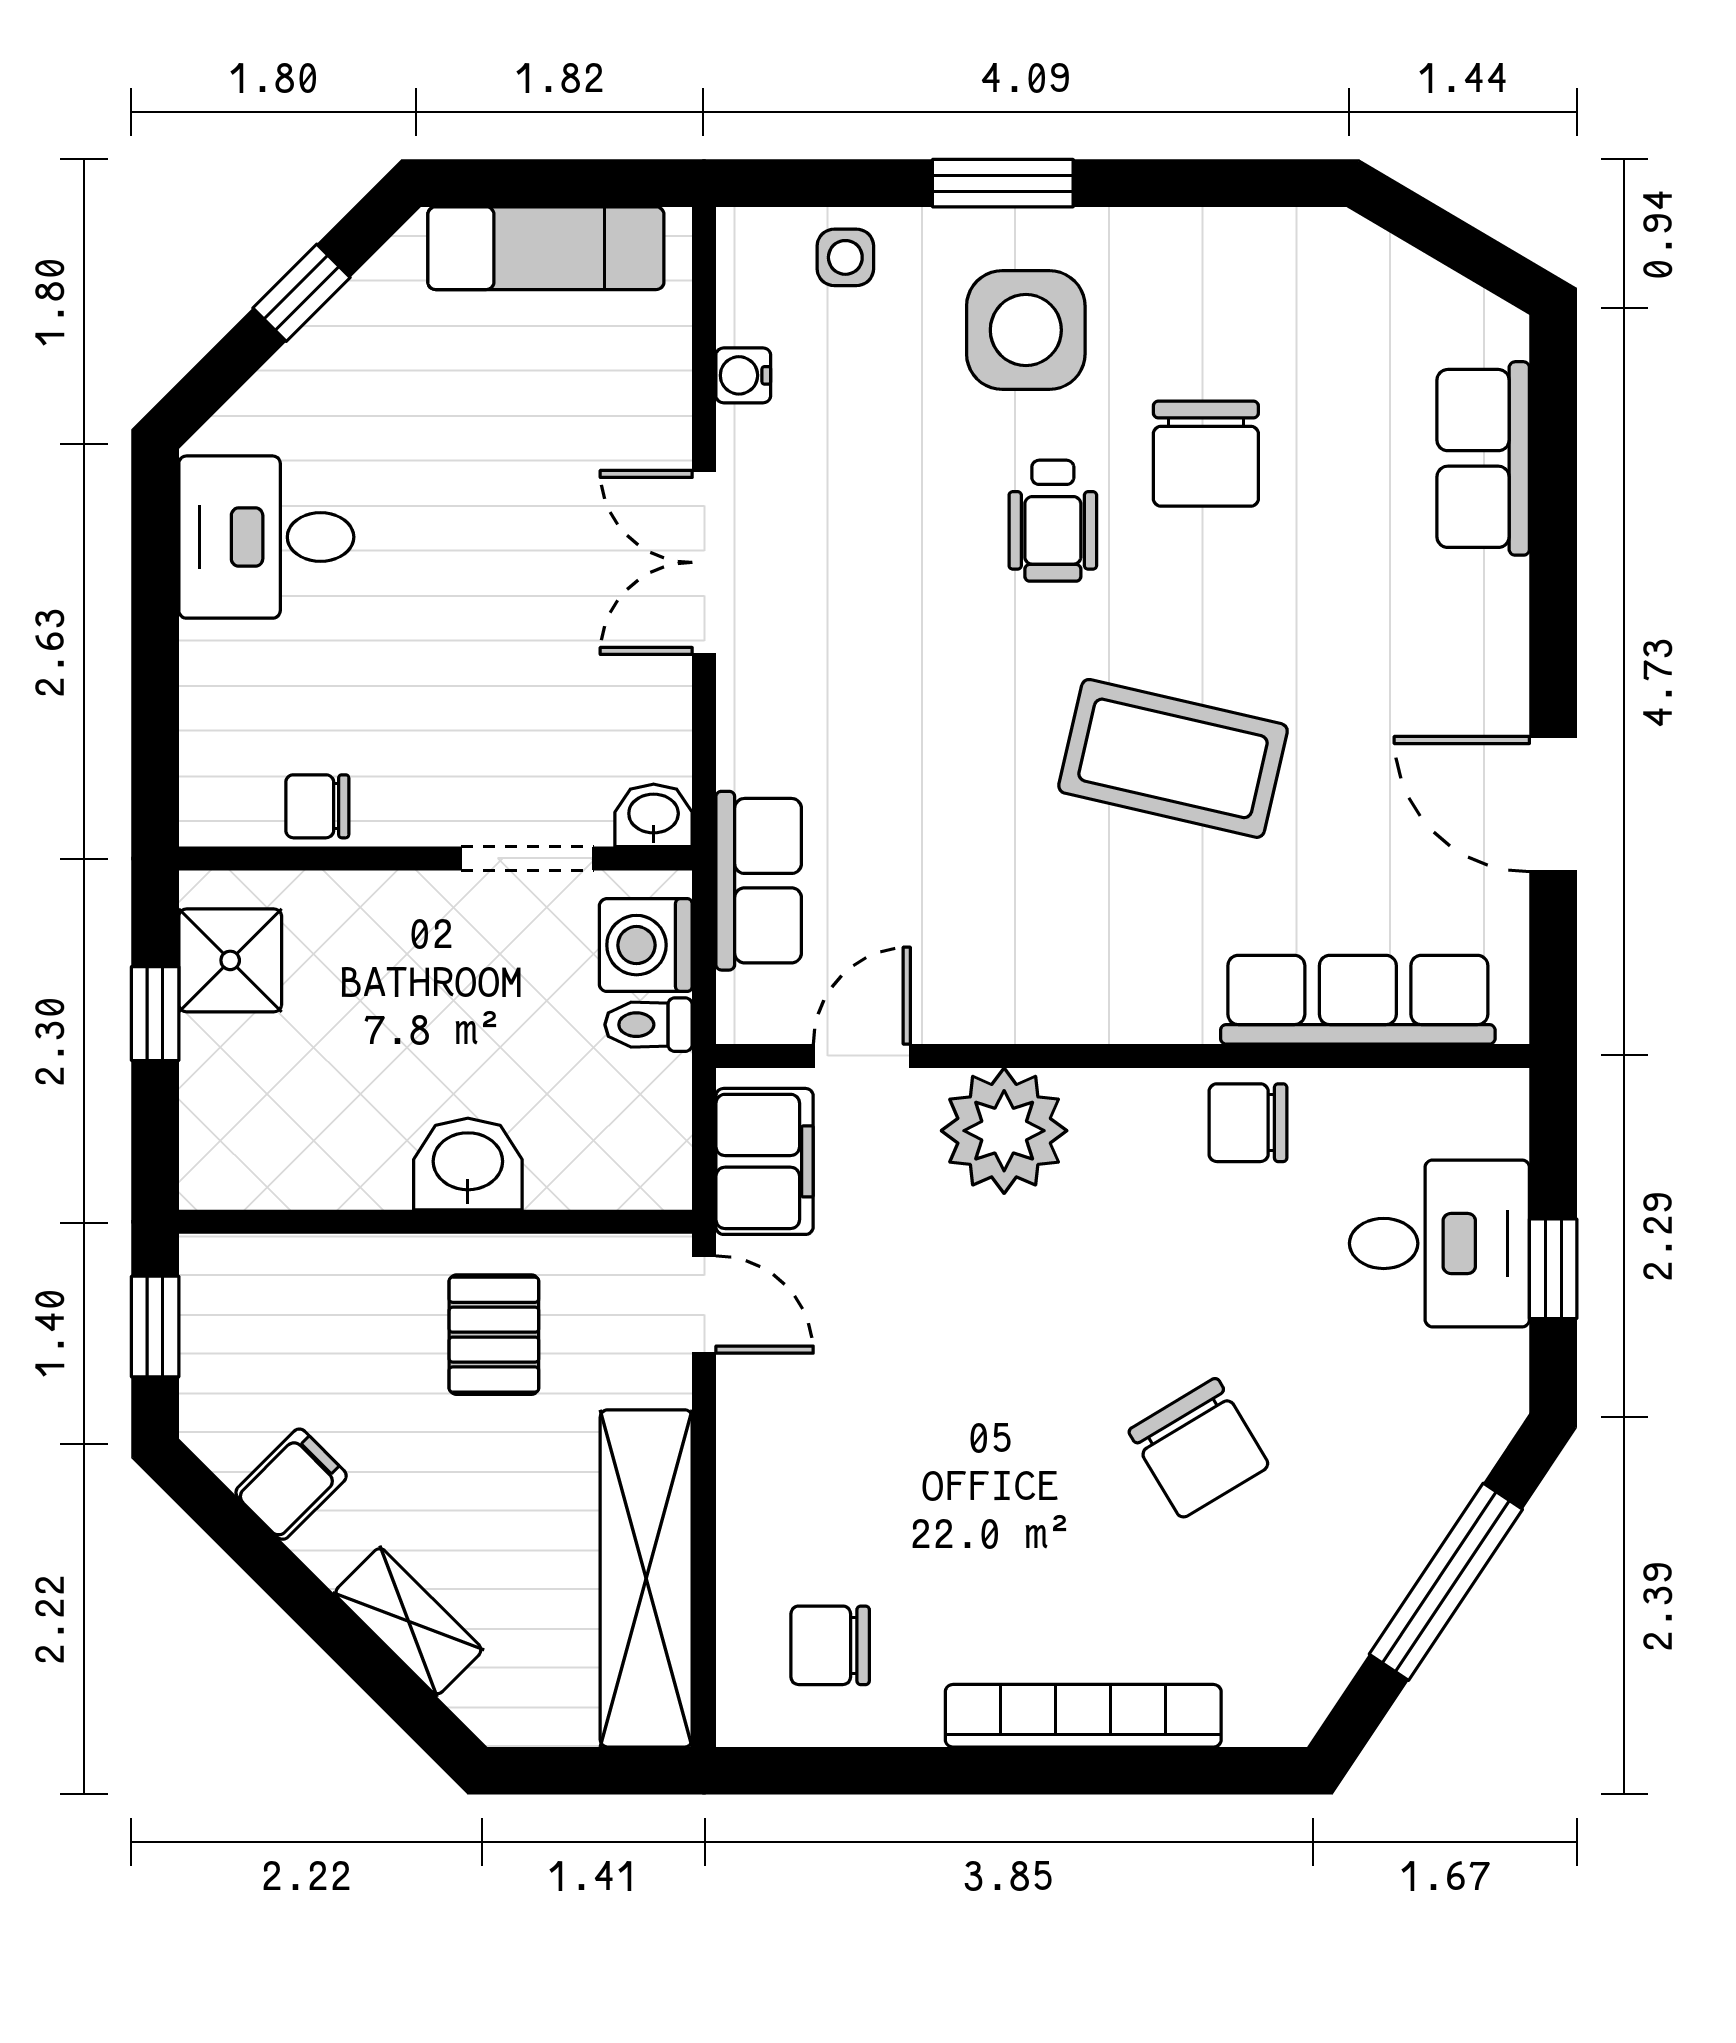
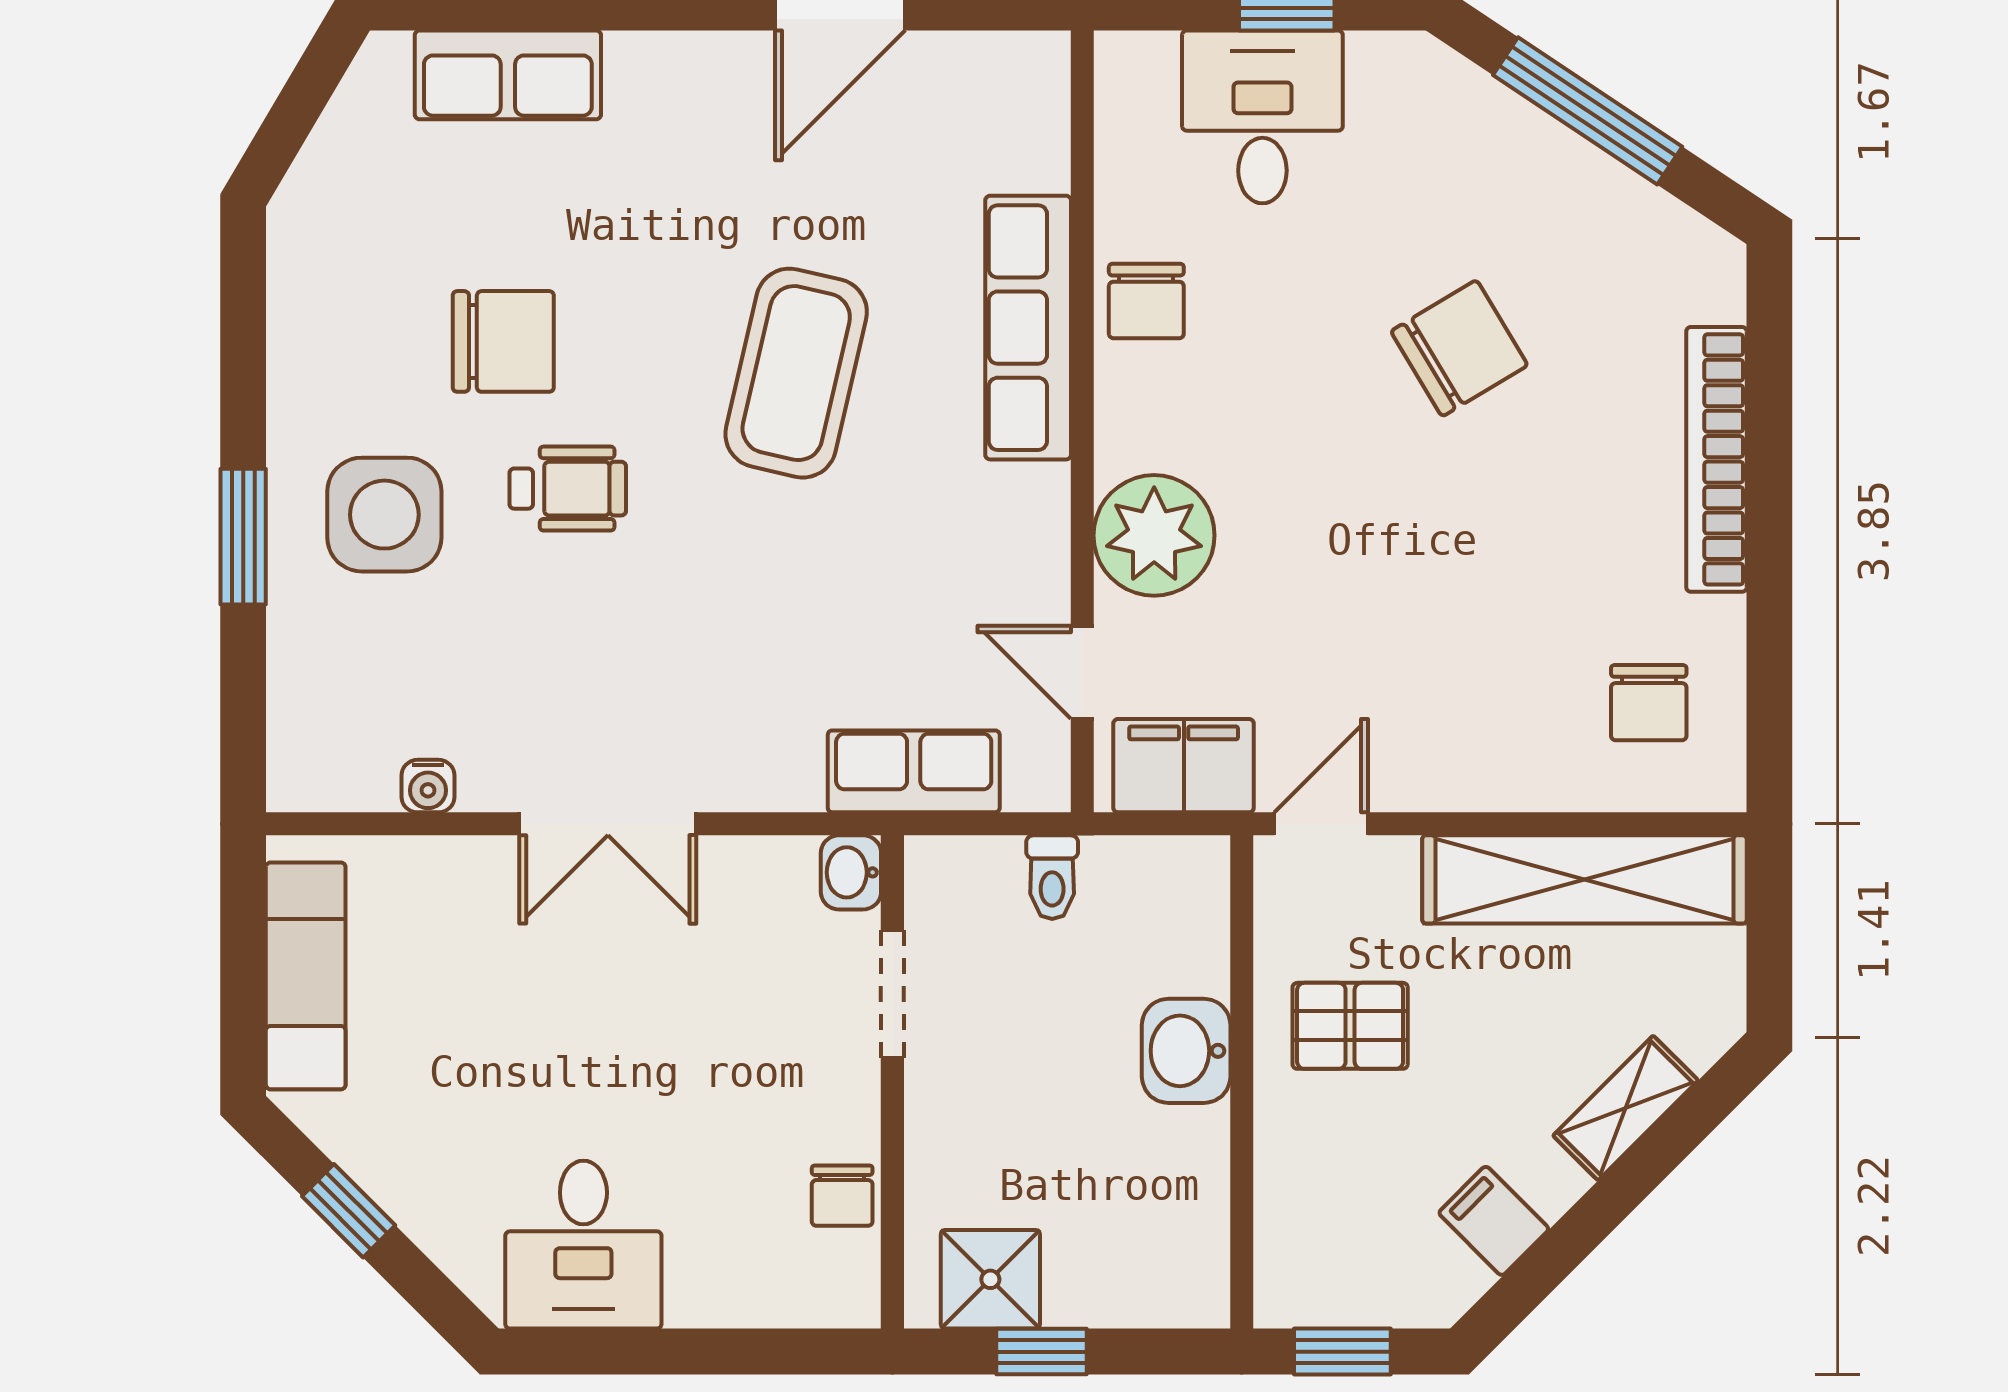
side table: (845, 257) -> (315, 688), removed
washing machine: (646, 945) -> (976, 880), removed
row of seats: (1358, 1000) -> (1028, 328), moved

